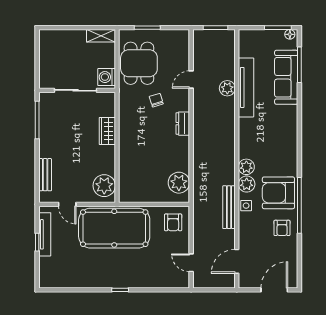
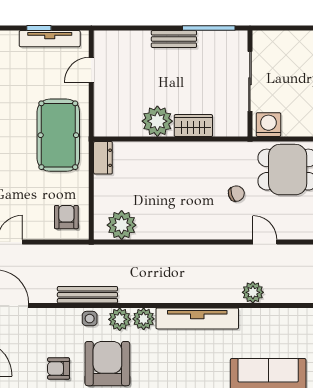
tv unit: (246, 87) -> (197, 318), moved
dresser: (183, 124) -> (103, 158), moved, turned 90
bench: (45, 175) -> (174, 39), moved
plant: (104, 186) -> (157, 121), moved
armchair: (173, 222) -> (66, 217), turned 90
pool table: (114, 228) -> (58, 135), width x0.73, depth x0.76

